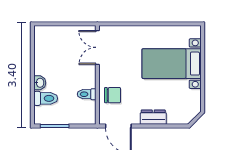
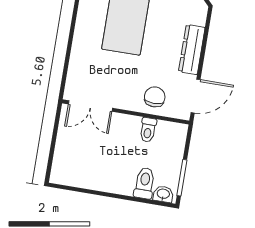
washbasin: (40, 83) -> (163, 194), moved
dresser: (153, 117) -> (192, 50), width x1.44

